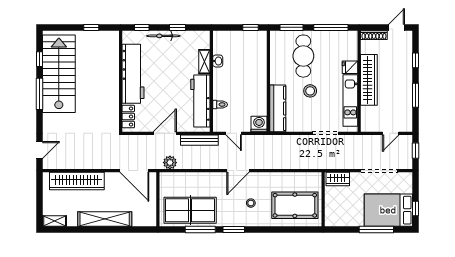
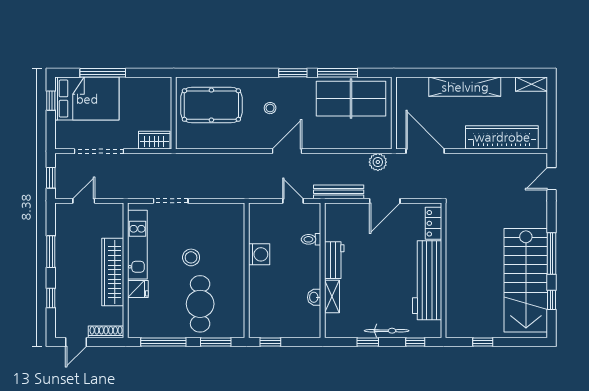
workbench: (200, 101) -> (334, 260), width x0.53, depth x0.76
kitchen counter: (278, 108) -> (234, 234), removed
washing machine: (259, 124) -> (259, 254), moved, turned -90

